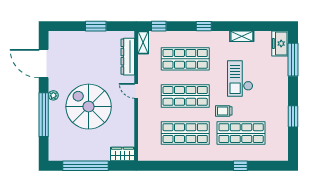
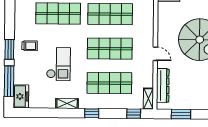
window: (96, 26) -> (181, 114), moved
shelving: (242, 36) -> (67, 104), moved
trolley: (224, 111) -> (30, 46), moved
window: (293, 116) -> (9, 49), moved

